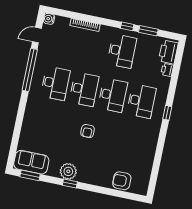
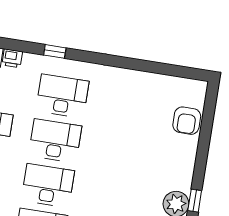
window: (167, 113) -> (55, 51), moved
armchair: (88, 131) -> (112, 177), removed

